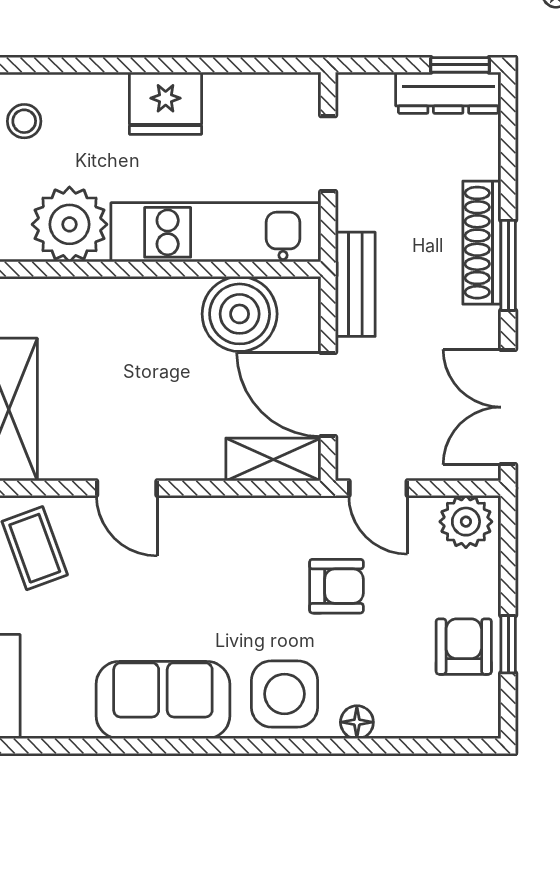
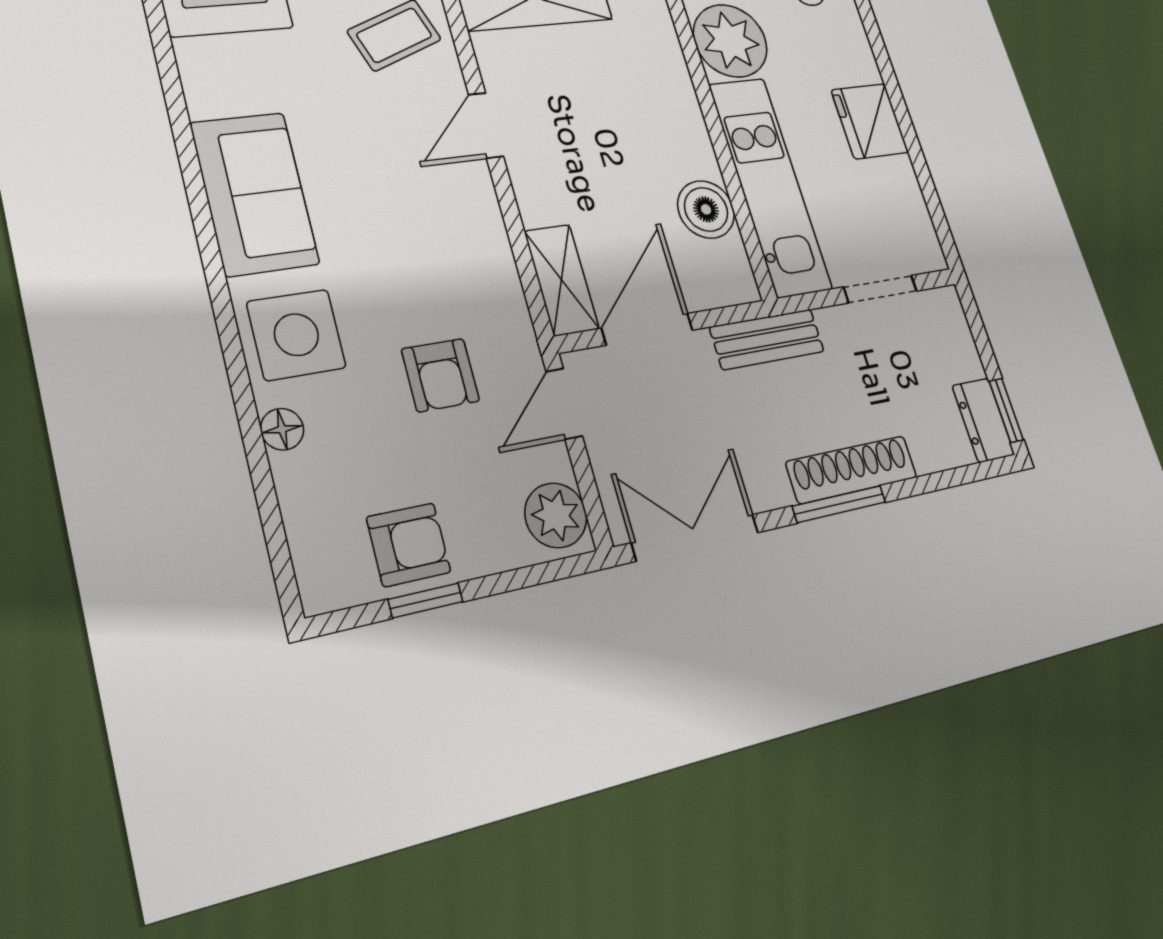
dresser: (448, 93) -> (983, 420), width x0.70
boiler: (240, 314) -> (706, 209), width x0.73, depth x0.73

